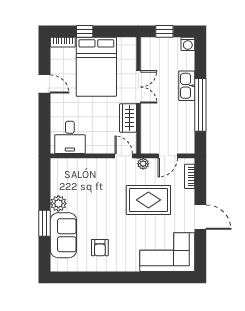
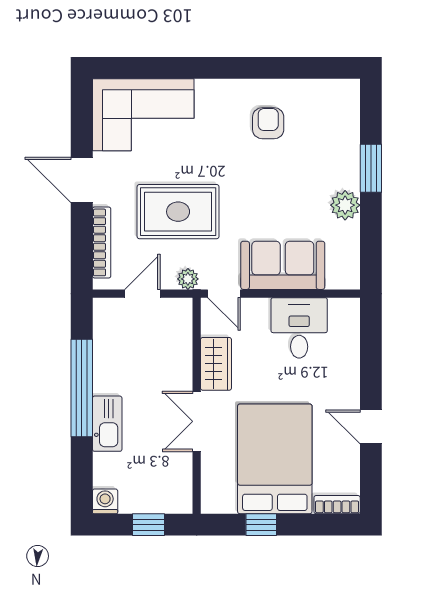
window: (85, 31) -> (261, 525), moved
desk: (70, 137) -> (299, 328), moved
bookcase: (190, 176) -> (102, 242), width x1.56
sofa: (63, 235) -> (283, 265), moved, turned 90

